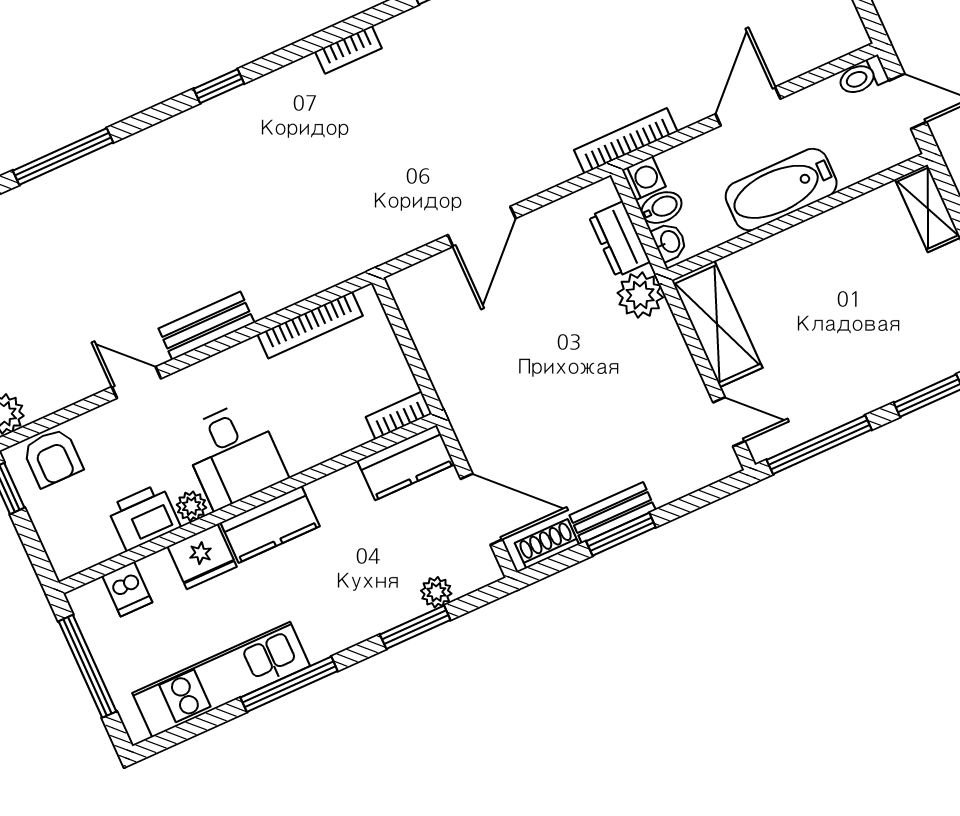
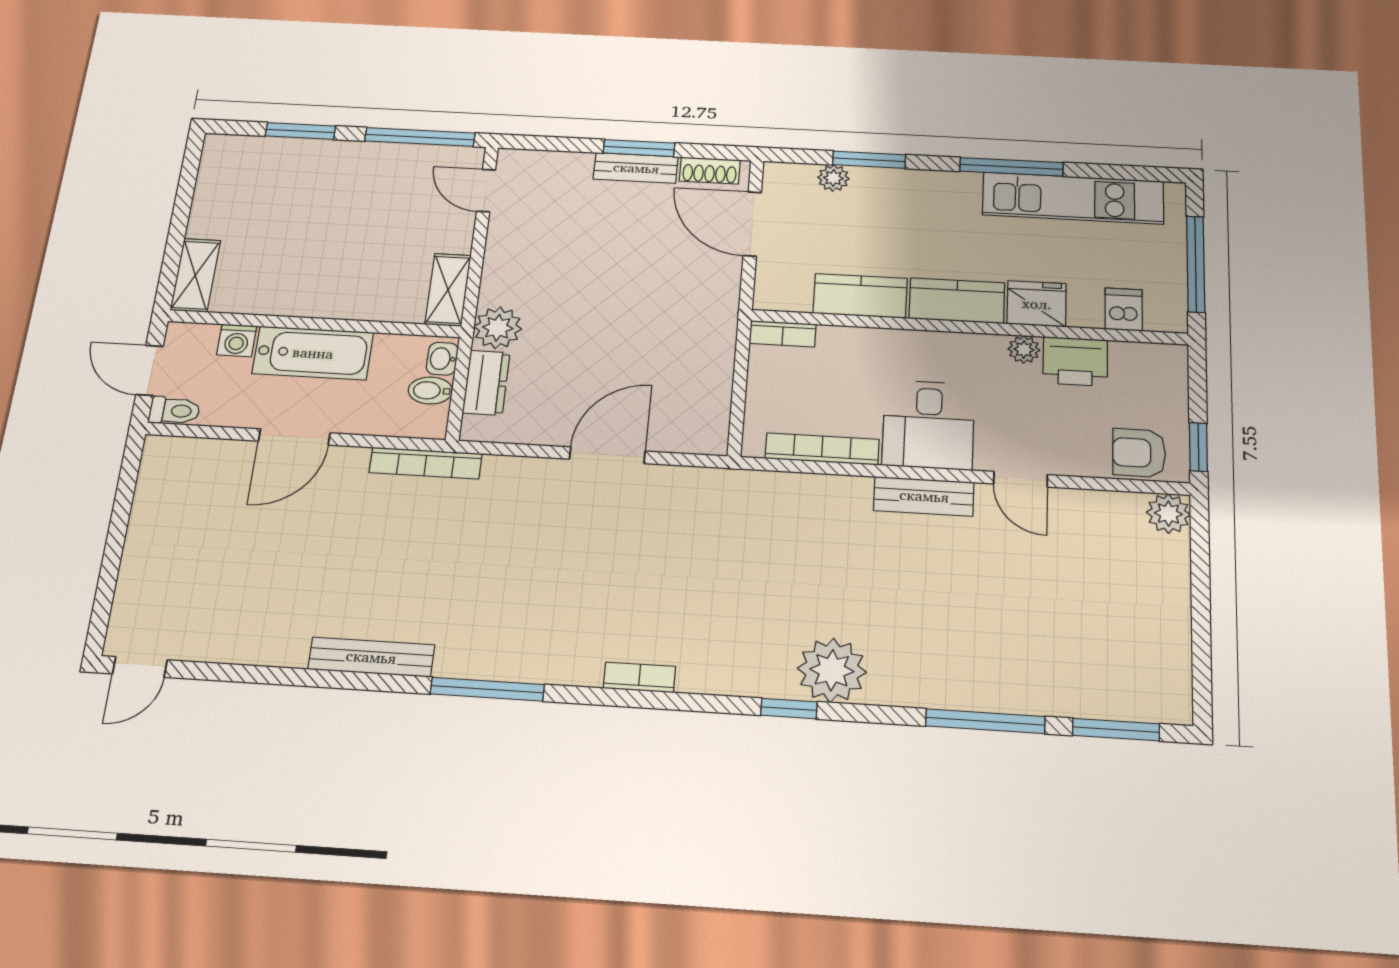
plant: (202, 136) -> (832, 670), added
washing machine: (644, 178) -> (237, 340), moved, turned -90
shelving: (717, 324) -> (448, 290), width x0.67, depth x0.75
desk: (233, 455) -> (928, 425), moved, turned 180
armchair: (52, 458) -> (1139, 453), turned -90
kitchen counter: (406, 463) -> (860, 296), moved

